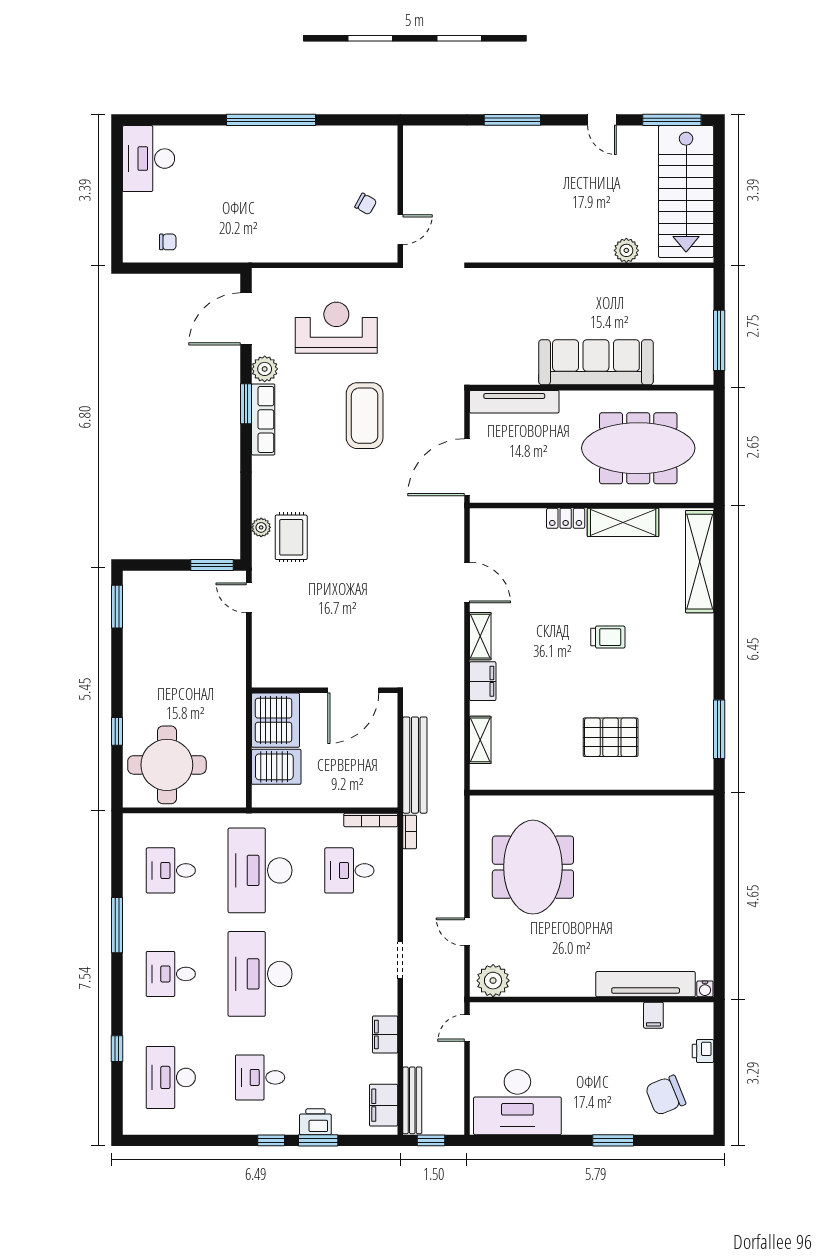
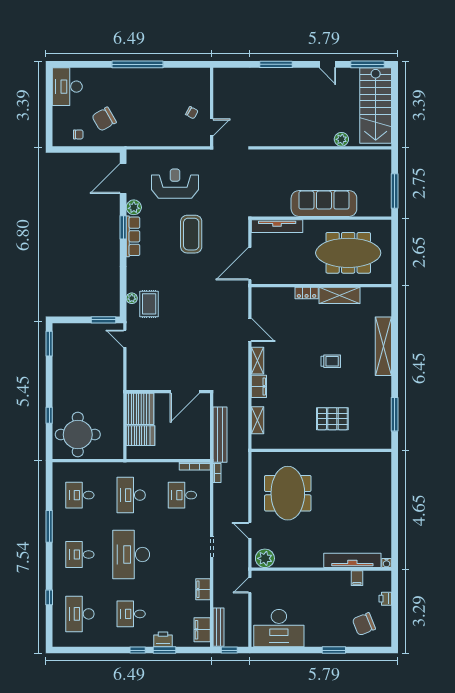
chair: (213, 215) -> (104, 119), added
shelving: (700, 562) -> (383, 346), moved
desk: (260, 870) -> (131, 495), width x0.73, depth x0.77

